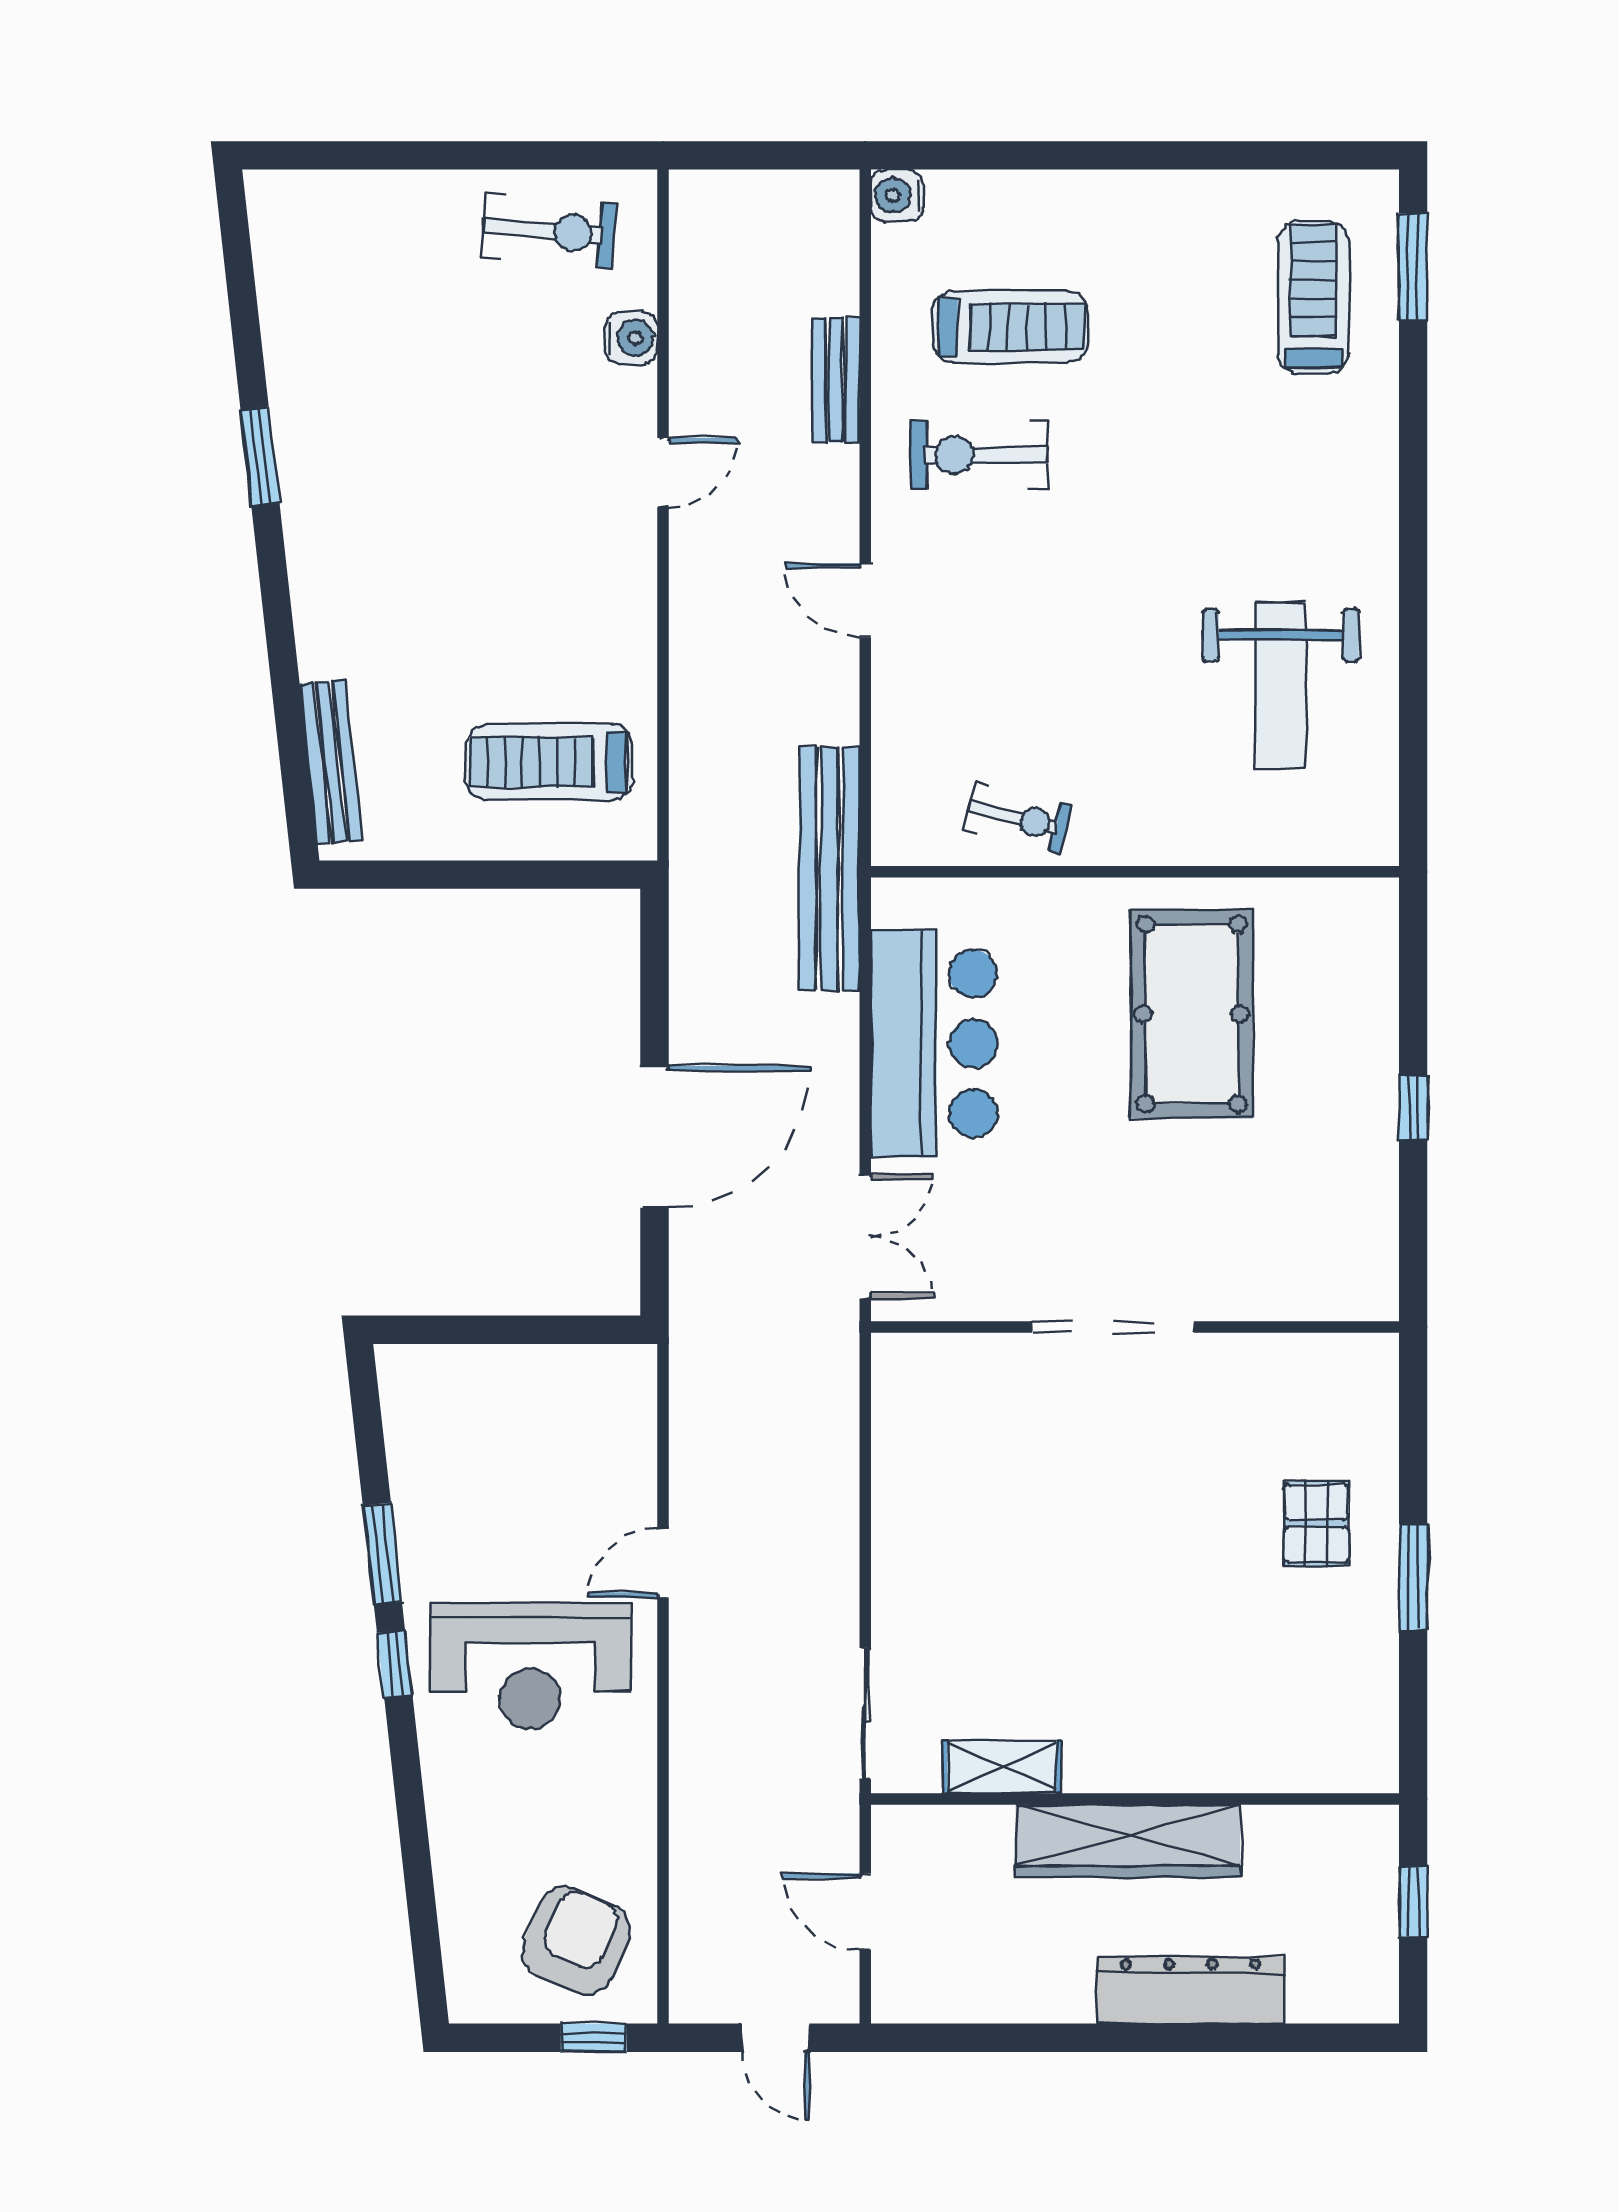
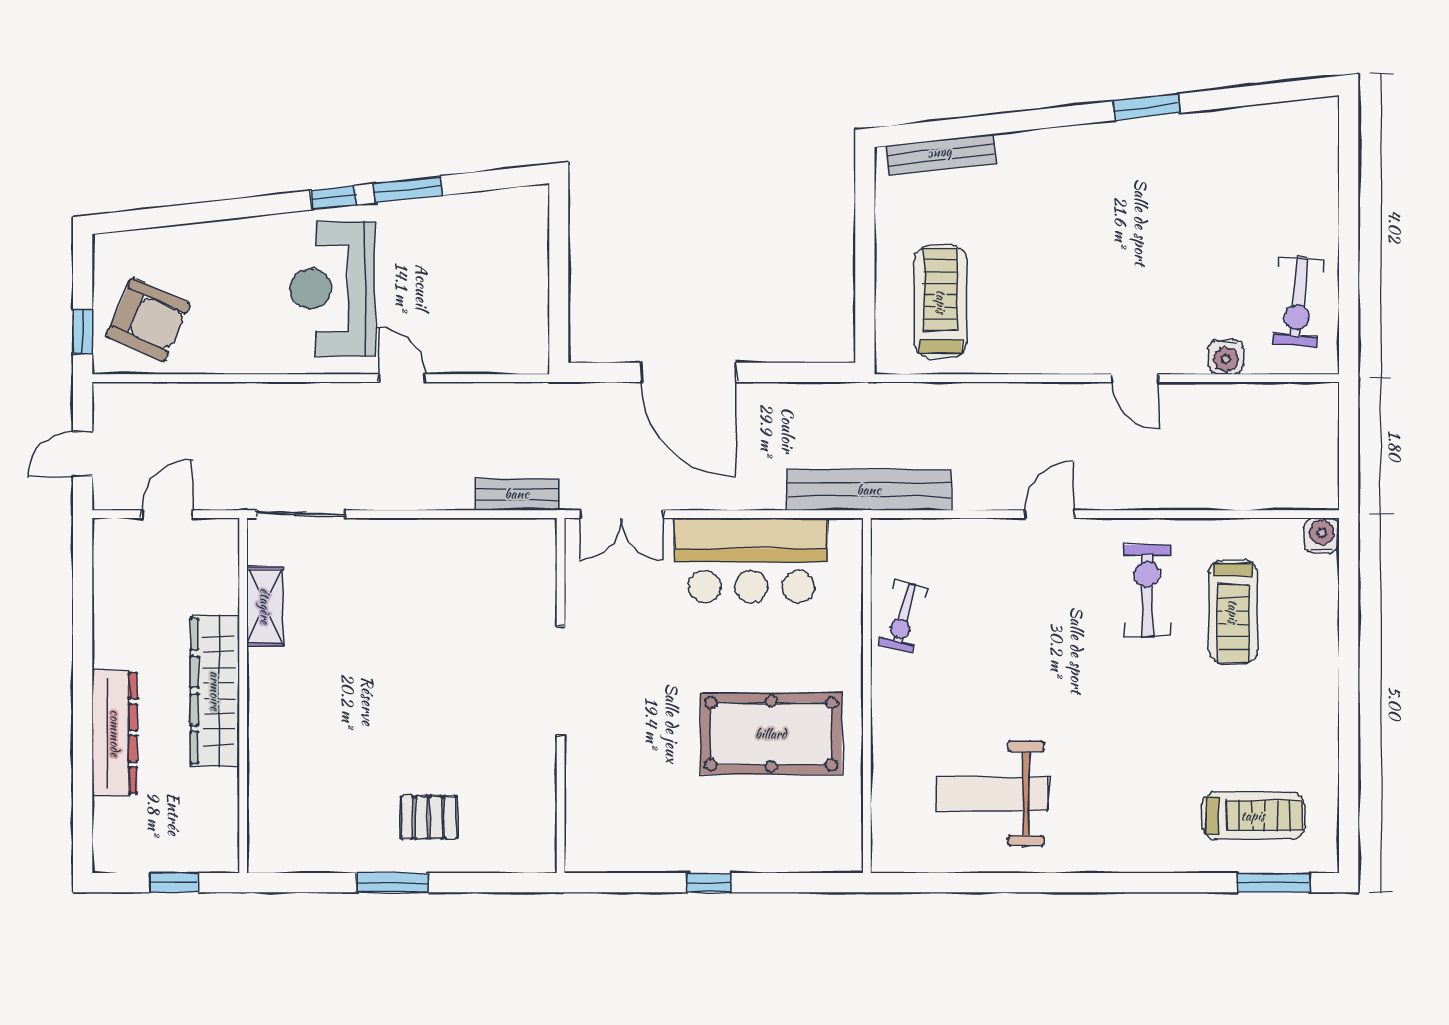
bench: (836, 380) -> (517, 494), moved

